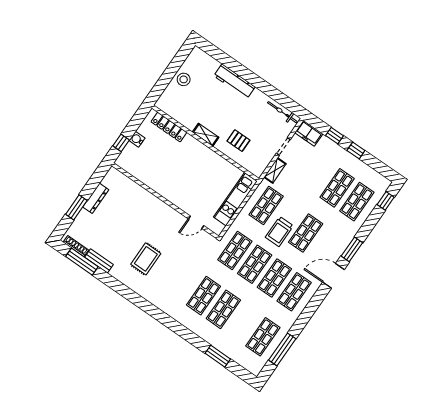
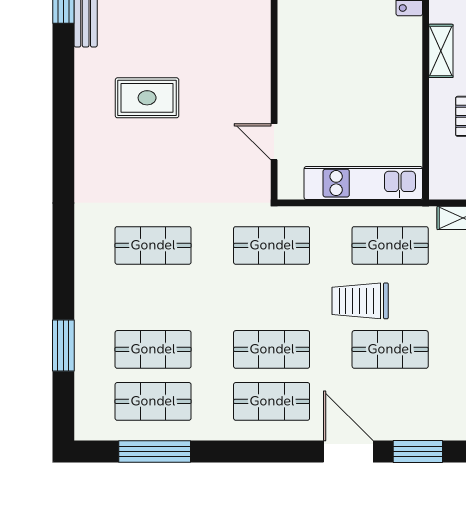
shop shelf: (255, 264) -> (272, 297), removed
shop shelf: (223, 309) -> (153, 349), moved

